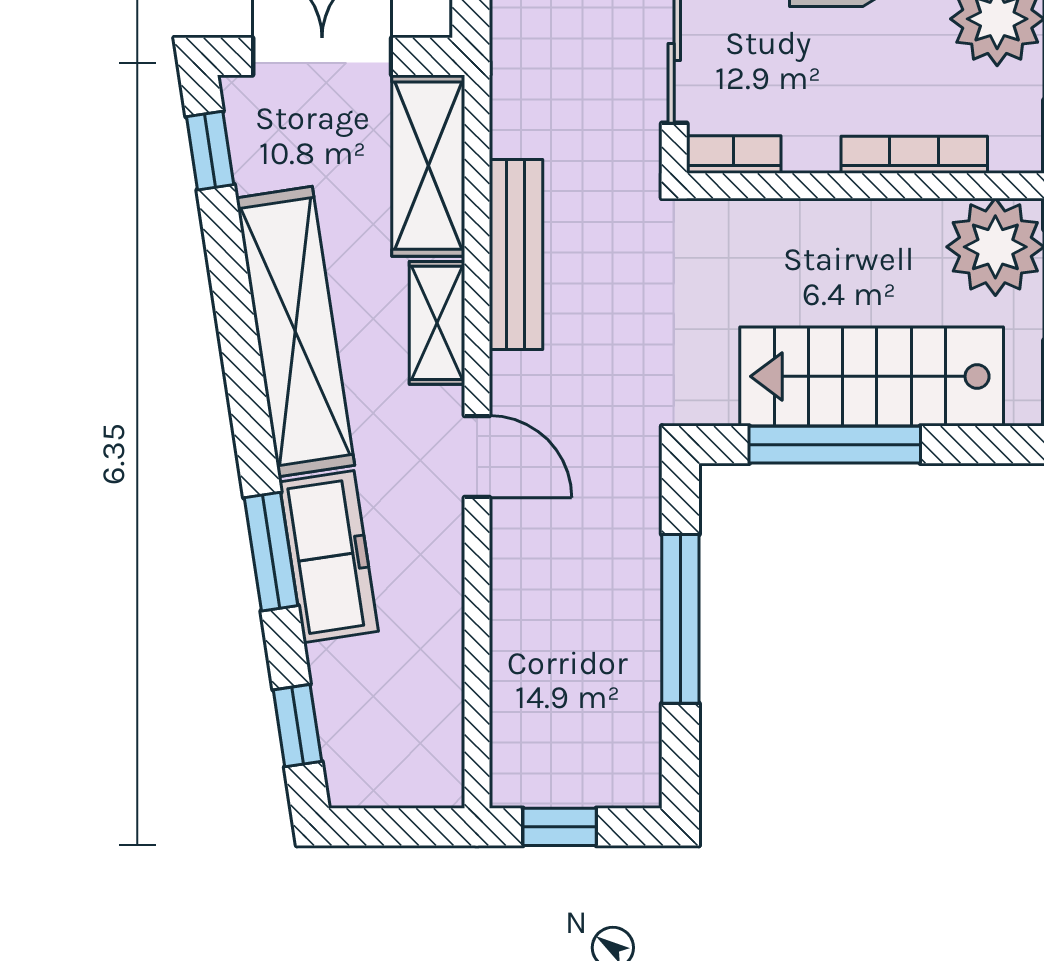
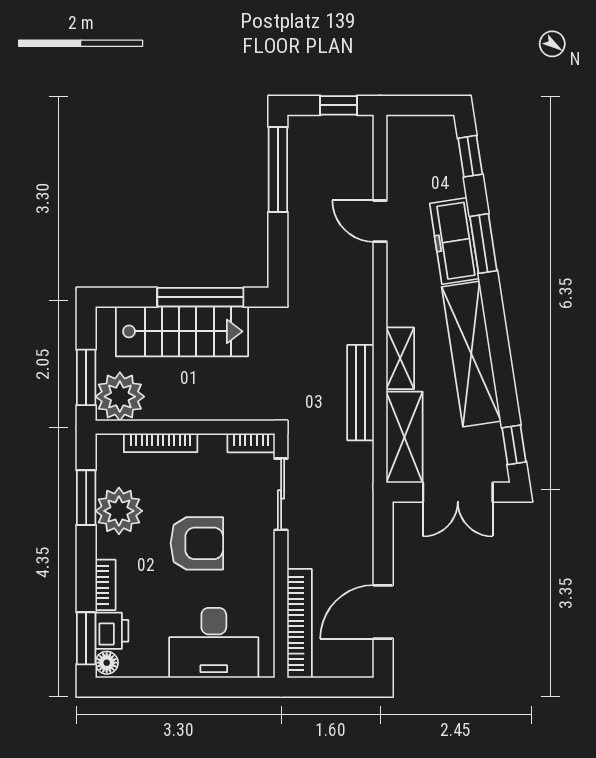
door: (477, 457) -> (380, 221), moved
window: (680, 619) -> (278, 170), moved

